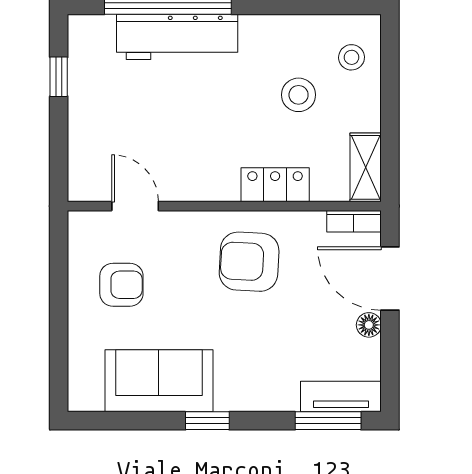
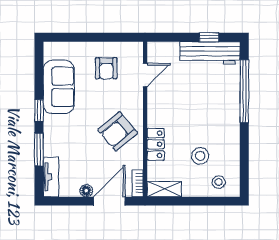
workbench: (177, 37) -> (210, 53), moved, turned -90
armchair: (249, 262) -> (118, 131), turned -133
window: (328, 421) -> (39, 149), moved

